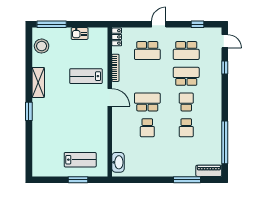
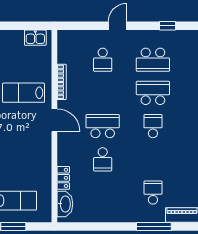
kitchen sink: (80, 34) -> (35, 38), moved
locker: (117, 37) -> (63, 178), moved
school desk: (147, 51) -> (103, 60), width x0.54
school desk: (186, 128) -> (153, 193), moved, turned 180

